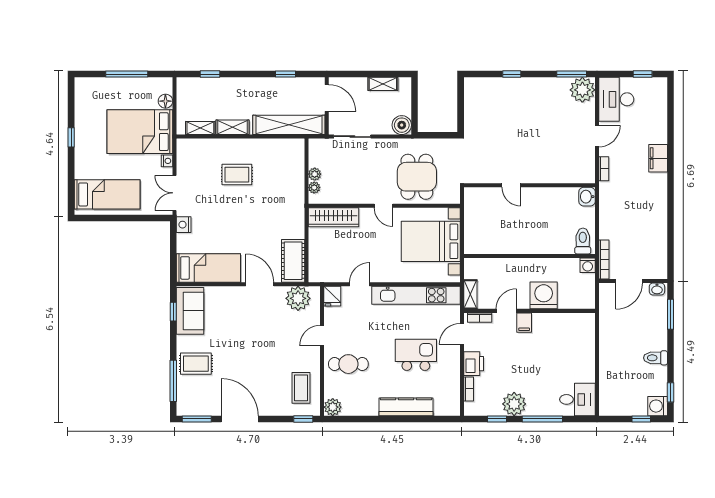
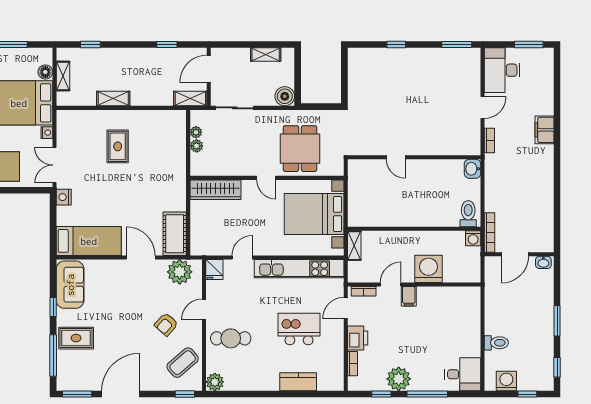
window: (643, 74) -> (529, 45), width x1.50
plant: (582, 90) -> (468, 60), removed
door: (327, 98) -> (209, 69), swing flipped
shelving: (289, 125) -> (190, 98), width x0.45, depth x0.75
shelving: (200, 128) -> (63, 76), moved, turned 90
rug: (237, 175) -> (118, 146), turned 90
plant: (314, 188) -> (196, 132), moved
shelving: (470, 294) -> (354, 246), moved
window: (173, 312) -> (53, 307), moved
window: (670, 314) -> (557, 321), moved
armchair: (285, 350) -> (166, 324), added
toilet: (656, 358) -> (496, 343), moved, turned 180
coffee table: (301, 388) -> (183, 363), turned 49
washing machine: (658, 406) -> (506, 381), moved, turned 90
kitchen counter: (406, 407) -> (298, 382), width x0.67
door: (240, 419) -> (121, 394), hinge flipped

